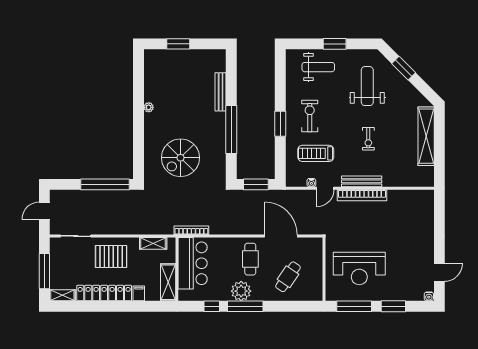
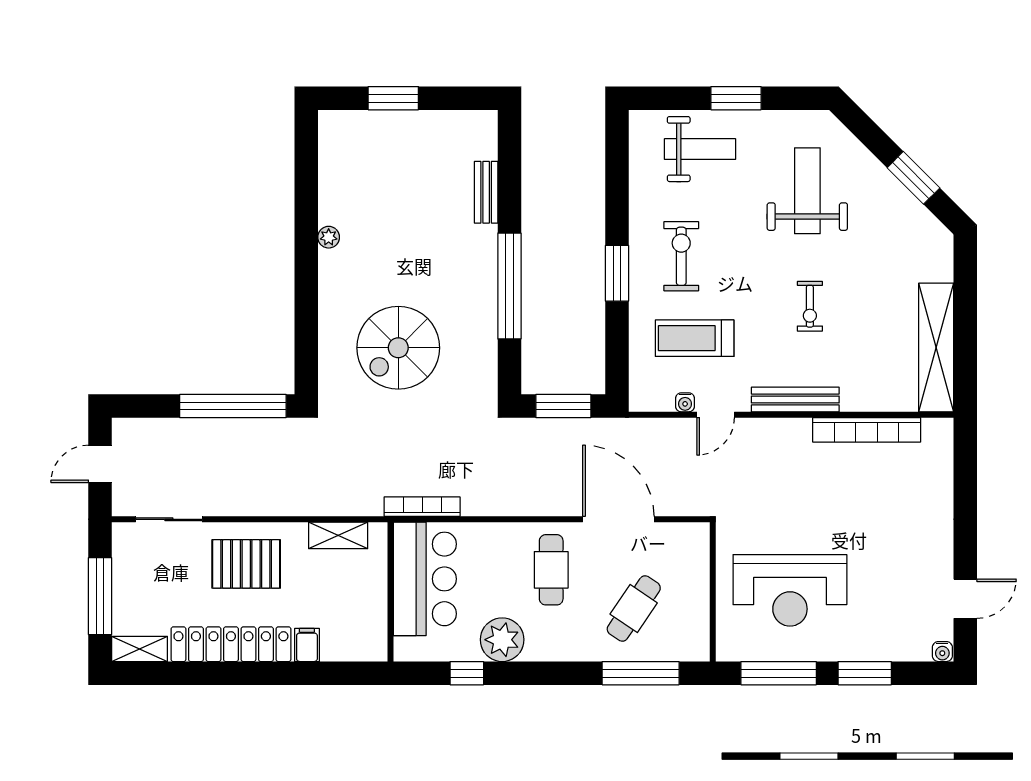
window: (404, 68) -> (913, 178), moved
bench: (221, 92) -> (486, 192), width x0.73
shelving: (426, 136) -> (936, 347), moved
bookcase: (362, 195) -> (867, 430), moved
shelving: (168, 282) -> (371, 621), removed
plant: (241, 291) -> (502, 640), moved
window: (245, 306) -> (641, 673), moved

